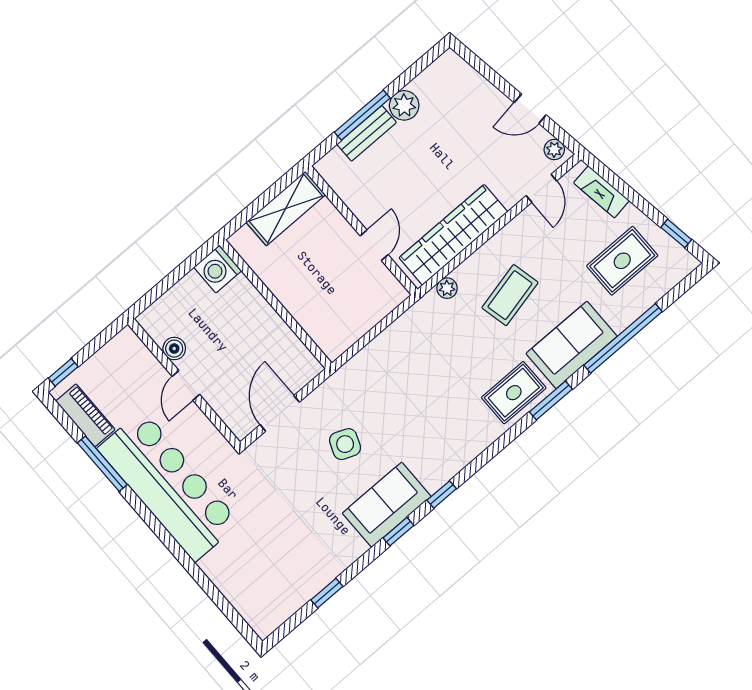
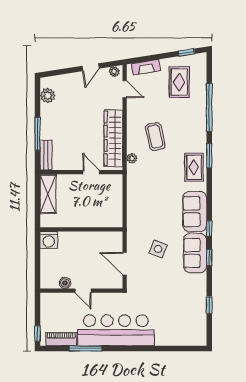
plant: (404, 105) -> (48, 96), moved
bench: (367, 133) -> (46, 155), moved
sofa: (572, 345) -> (195, 212), moved

